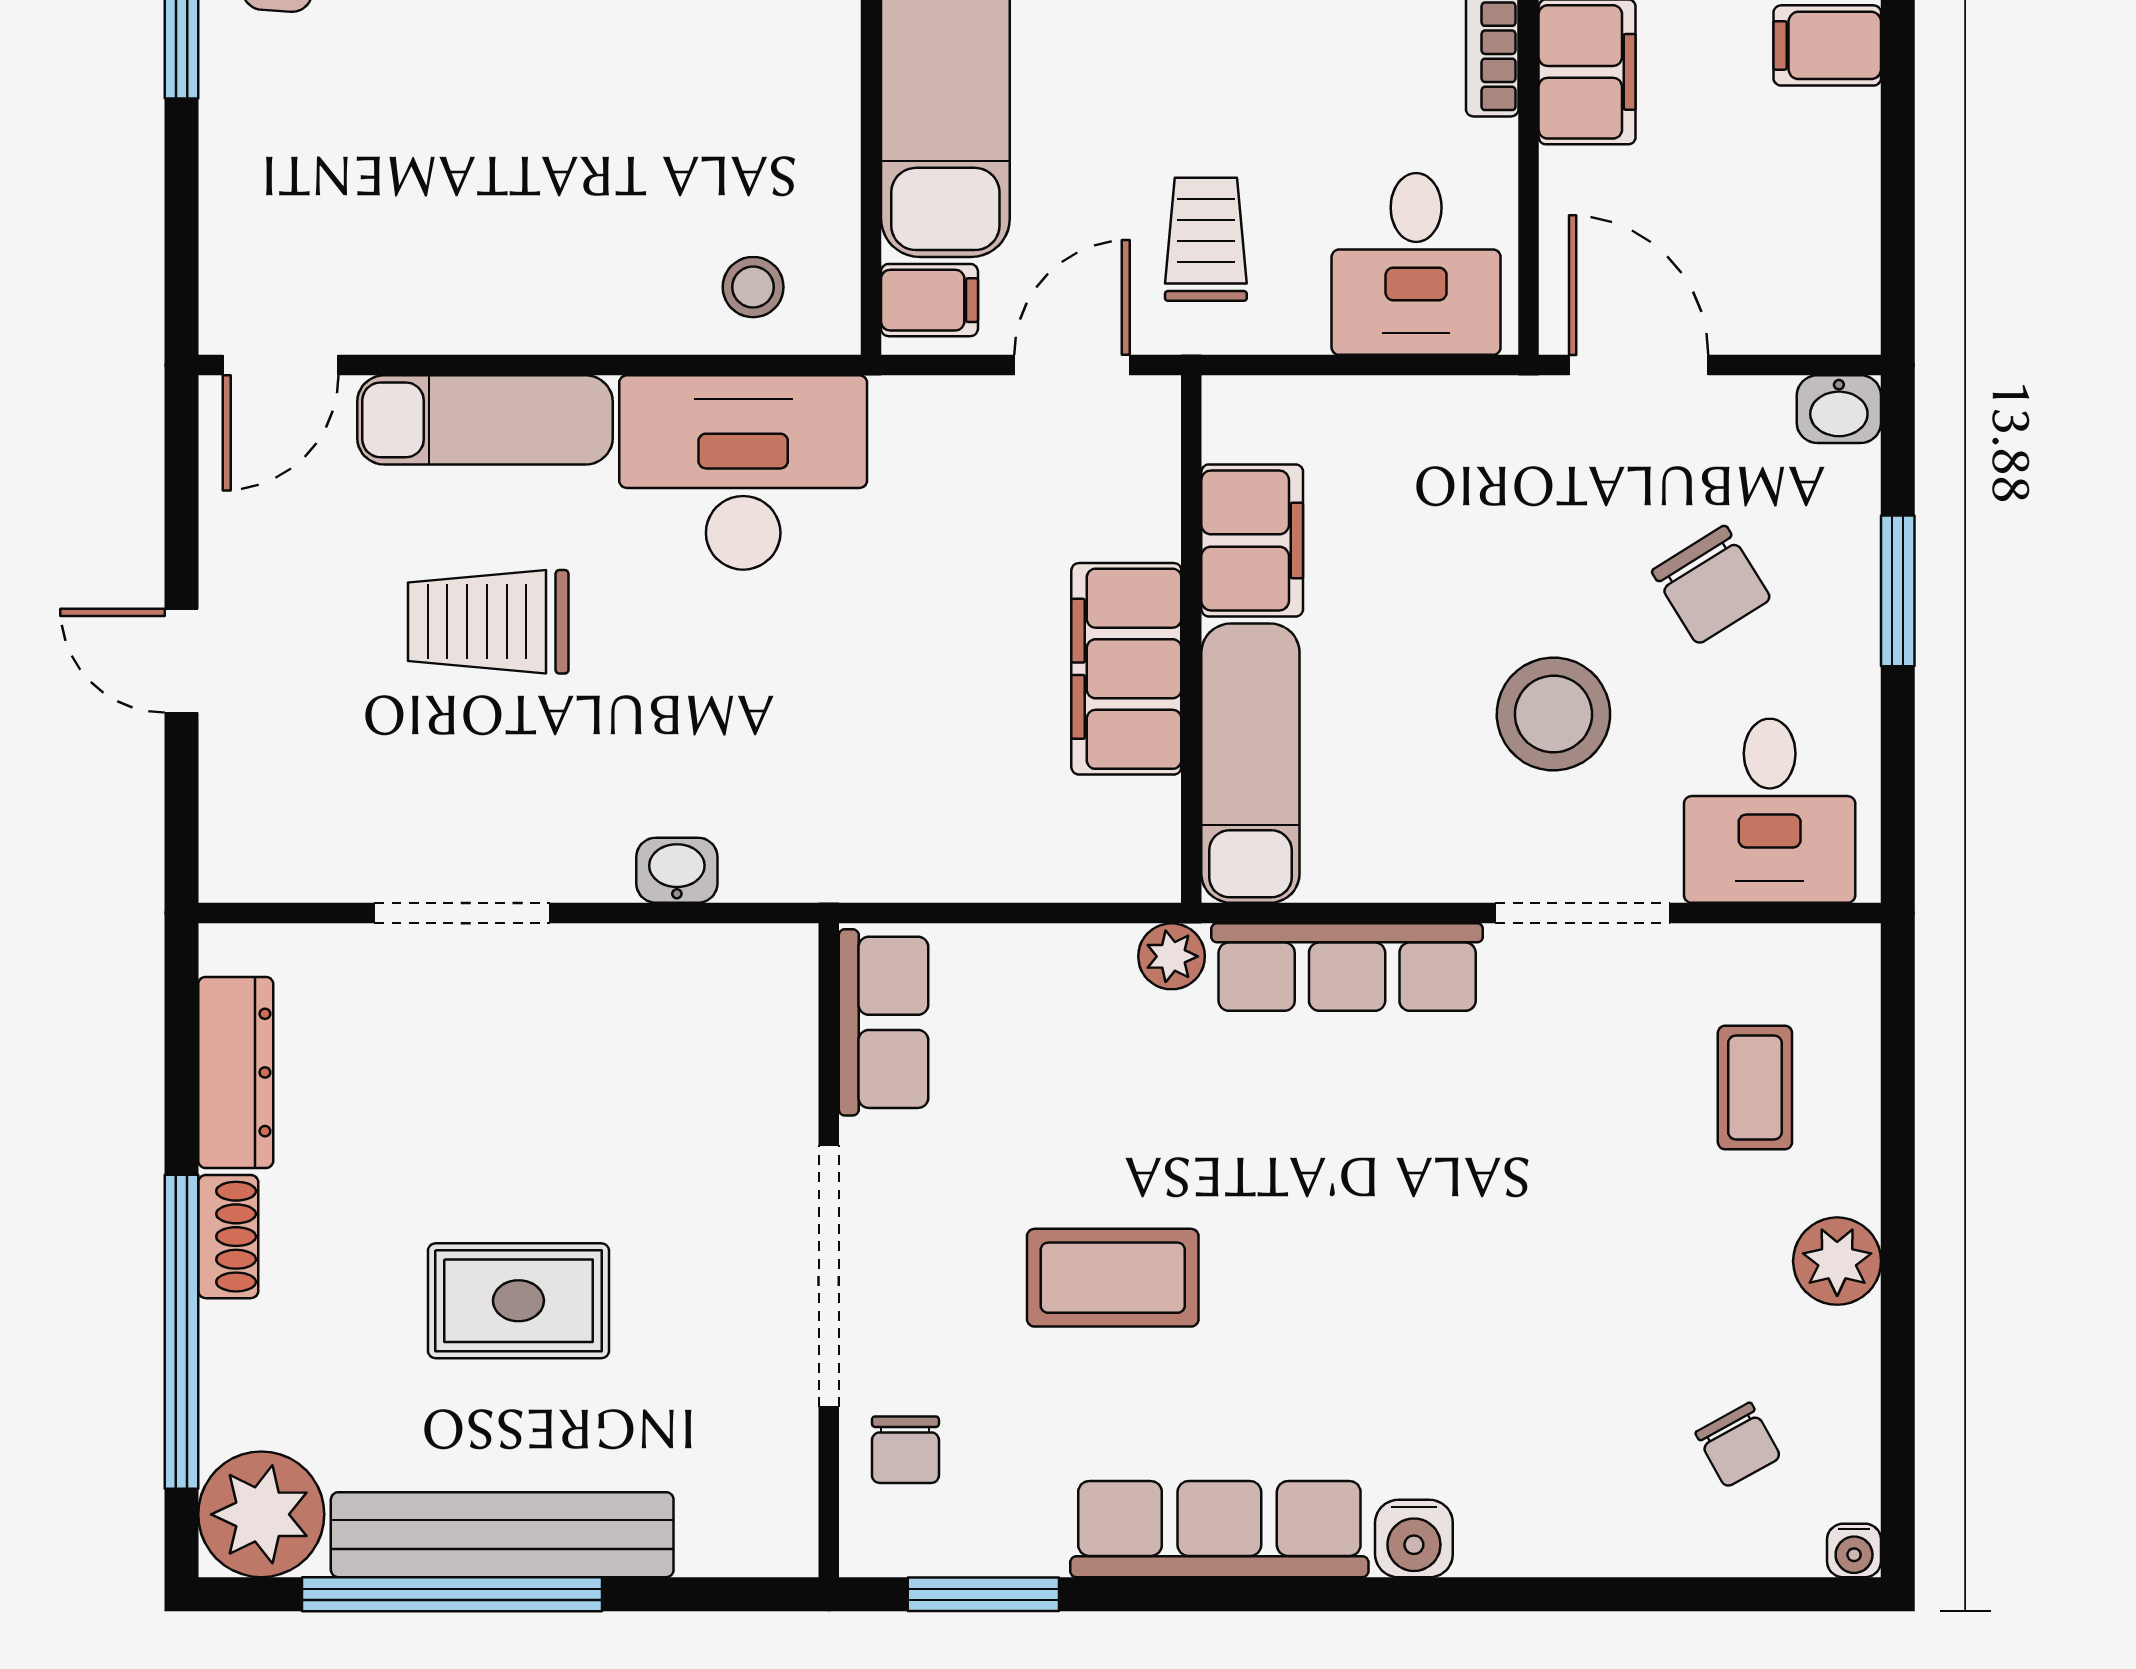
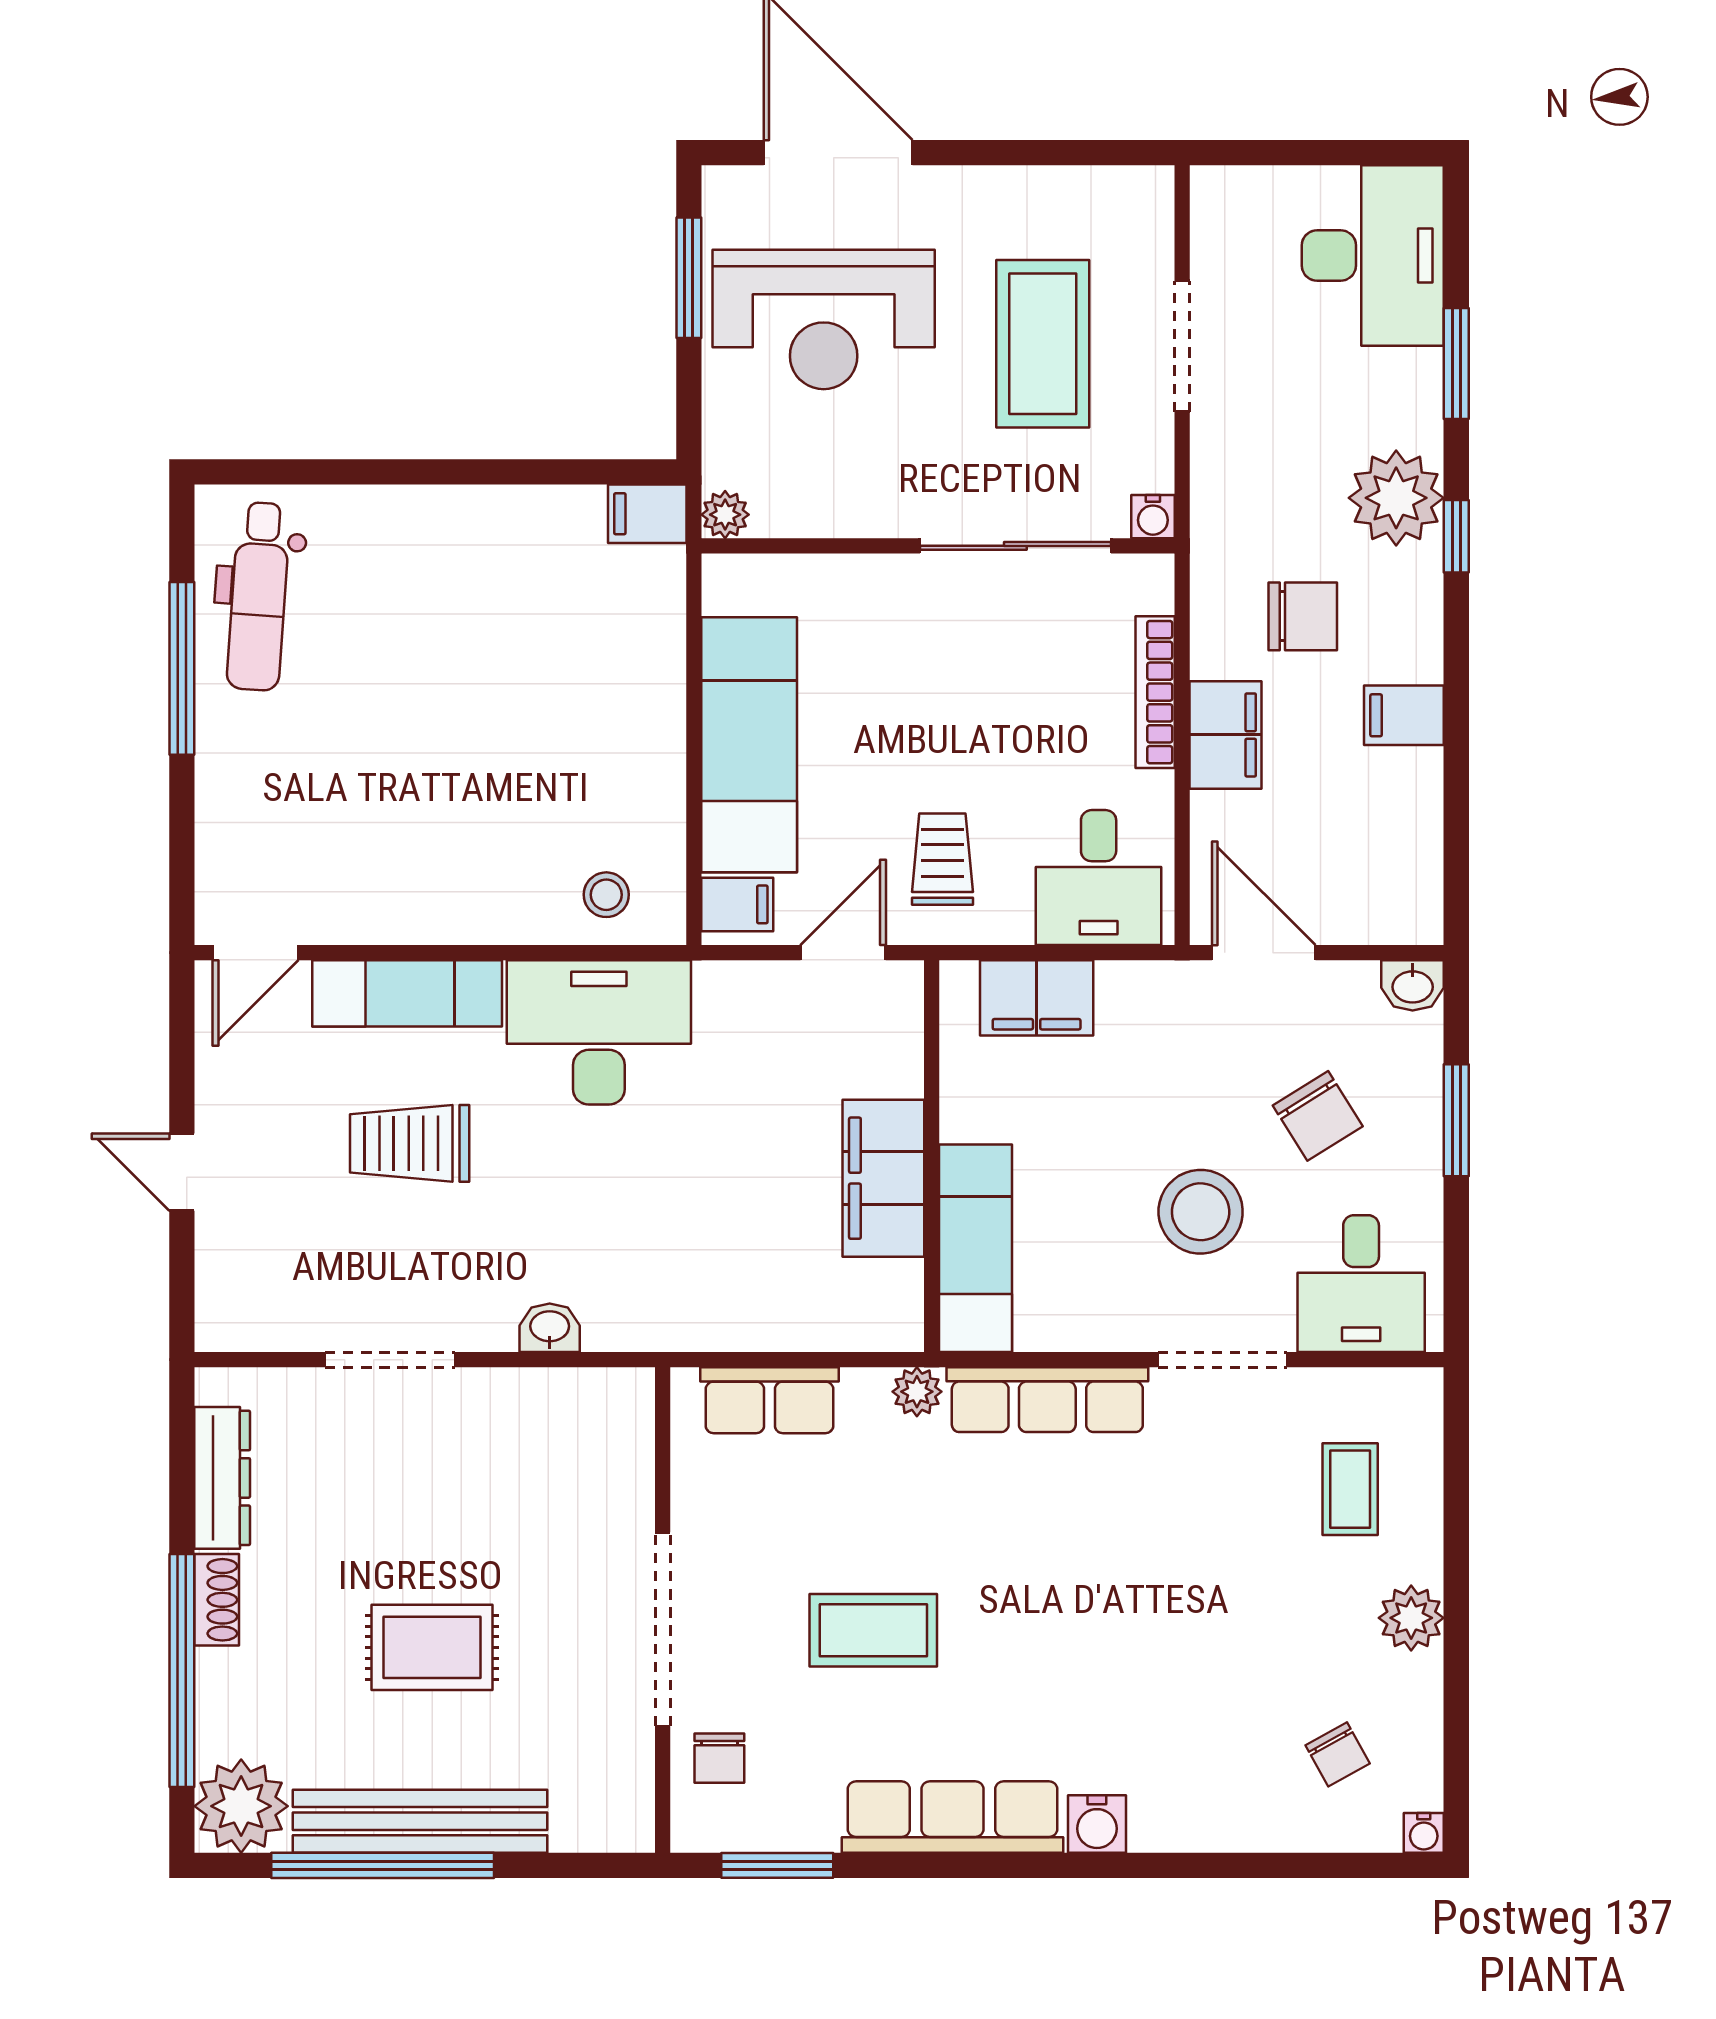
filing cabinet: (1252, 540) -> (1037, 998), moved, turned 90
row of seats: (884, 1022) -> (769, 1400), moved, turned 90

